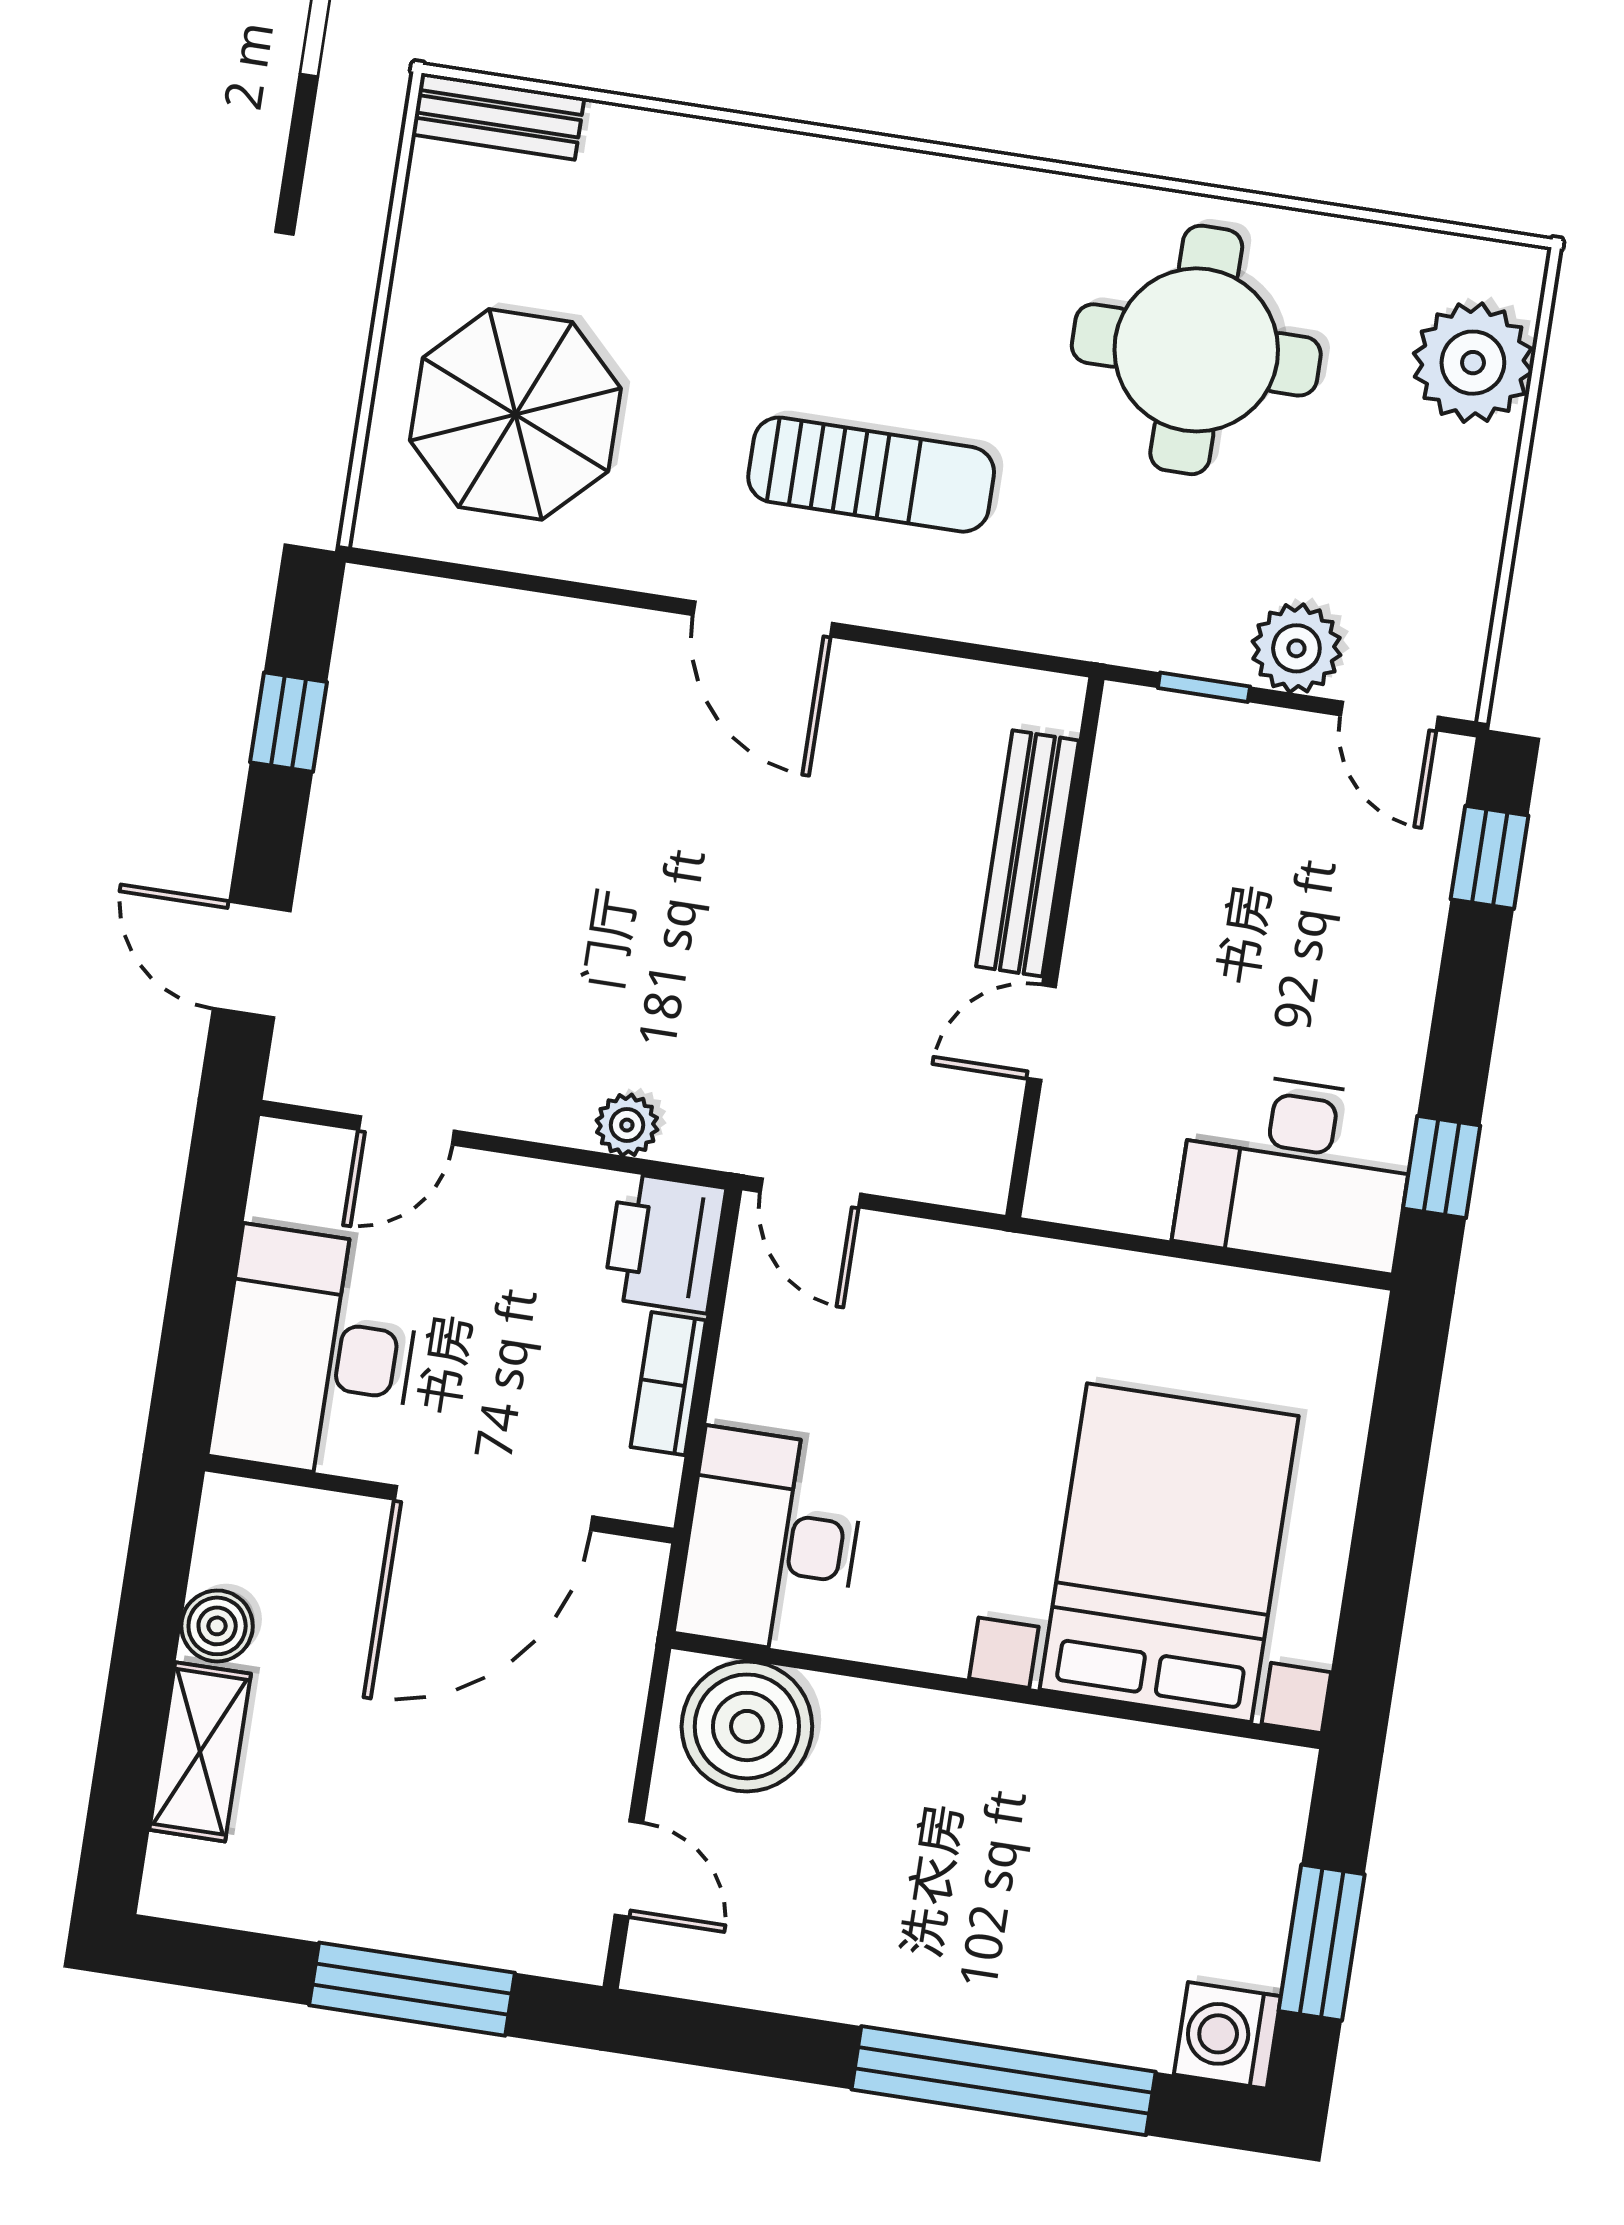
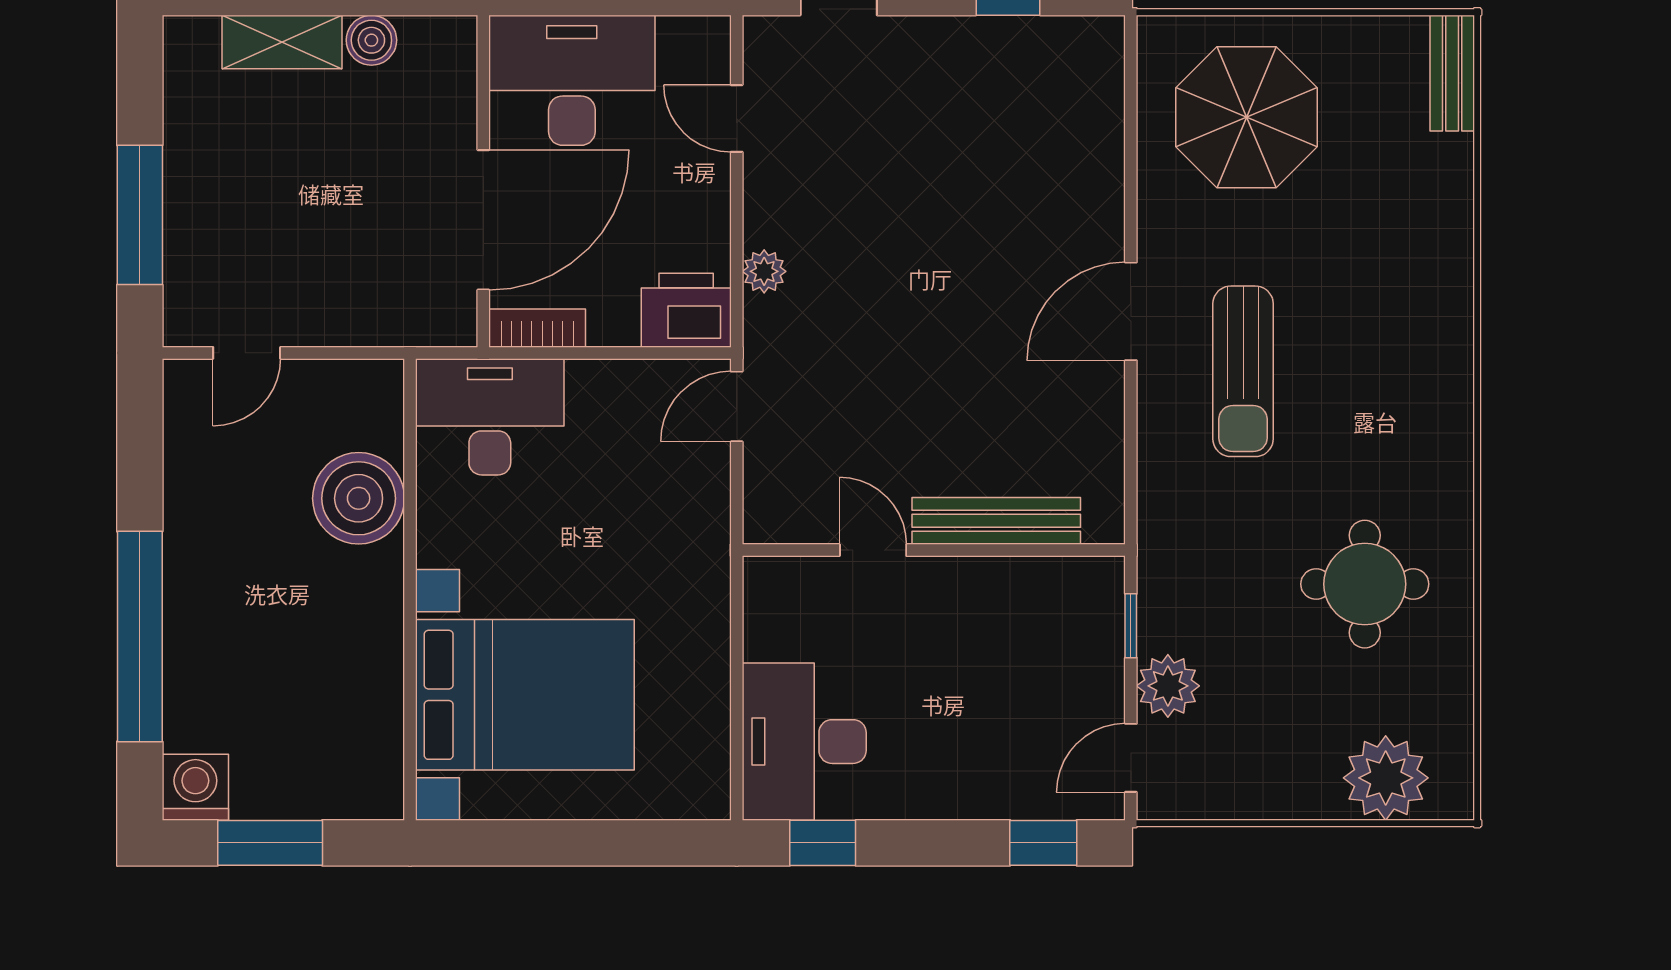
round table: (1196, 350) -> (1365, 584), width x0.73, depth x0.73
bookcase: (668, 1384) -> (537, 328), moved
door: (494, 1508) -> (483, 220), swing flipped
boiler: (747, 1726) -> (359, 498), moved

